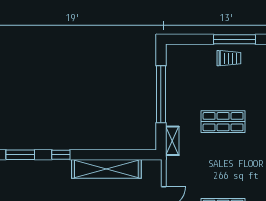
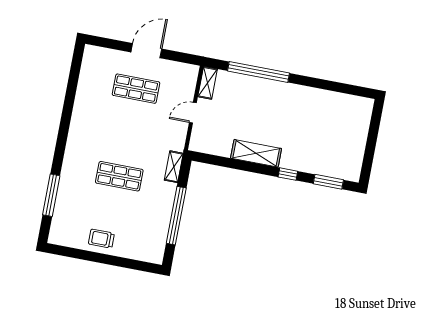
window: (235, 39) -> (92, 256), removed
shelving: (106, 169) -> (256, 153), width x0.68

